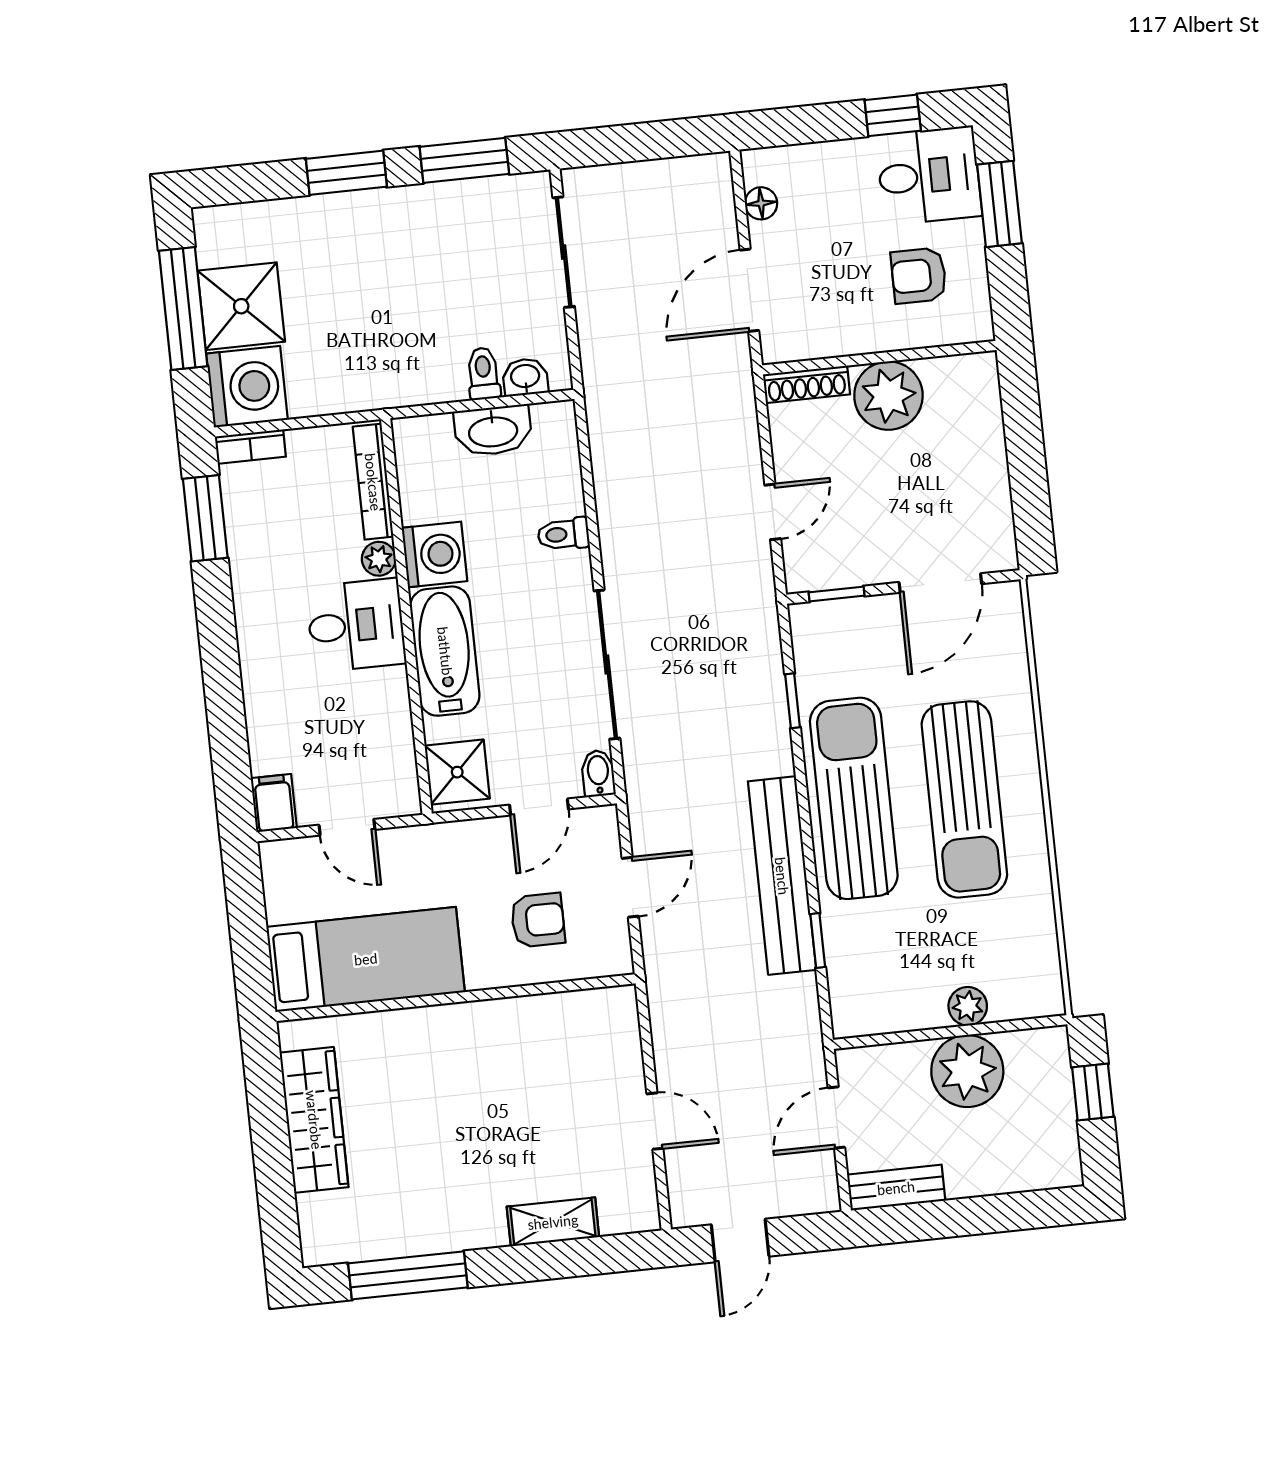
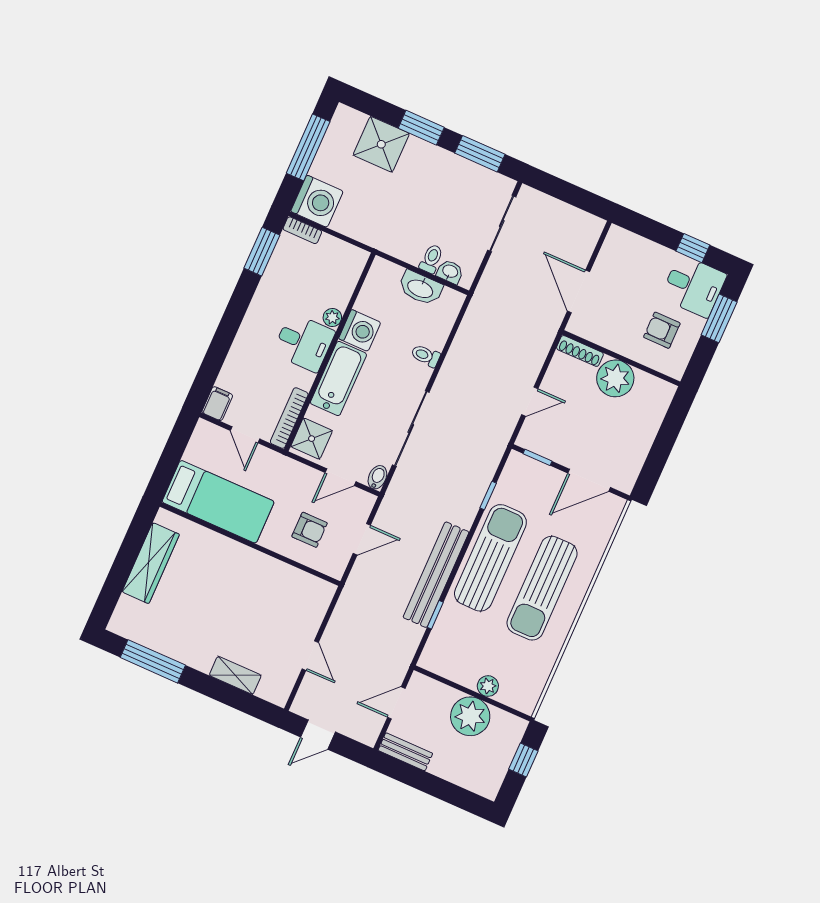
floor lamp: (761, 203) -> (607, 254), removed
door: (749, 290) -> (579, 291), hinge flipped
shower: (241, 306) -> (381, 144), moved
bookcase: (373, 482) -> (289, 418), moved

